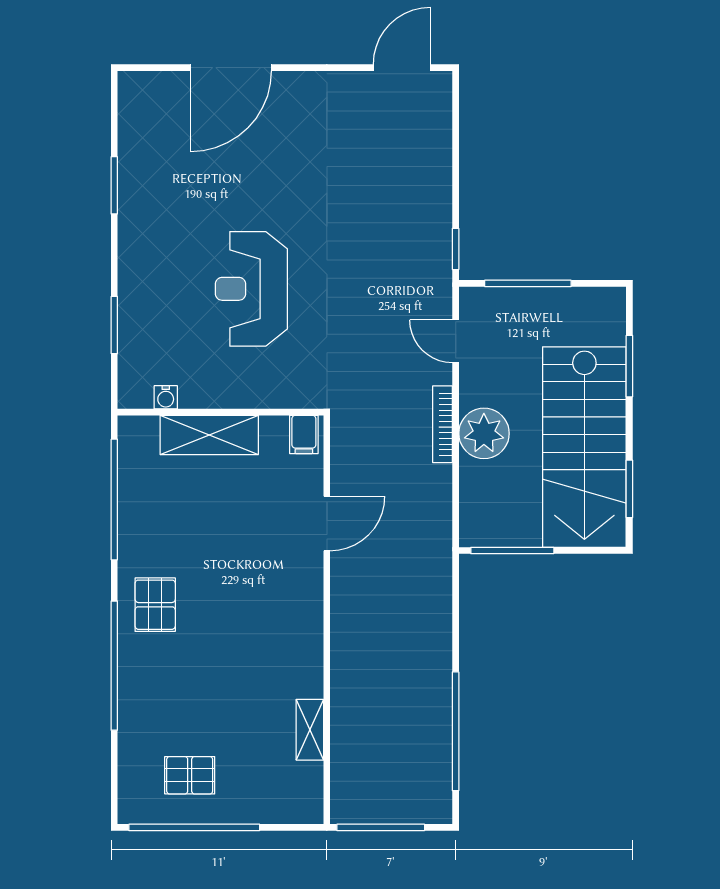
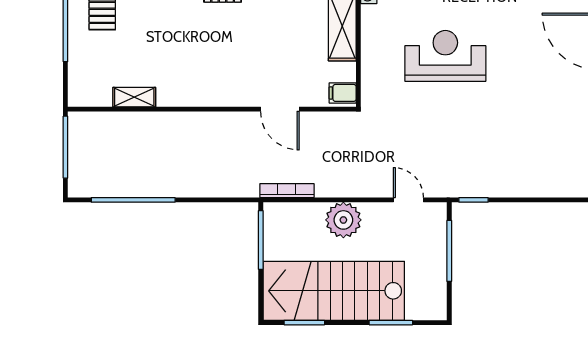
door: (456, 341) -> (408, 200), hinge flipped
bookcase: (442, 424) -> (287, 191), moved

